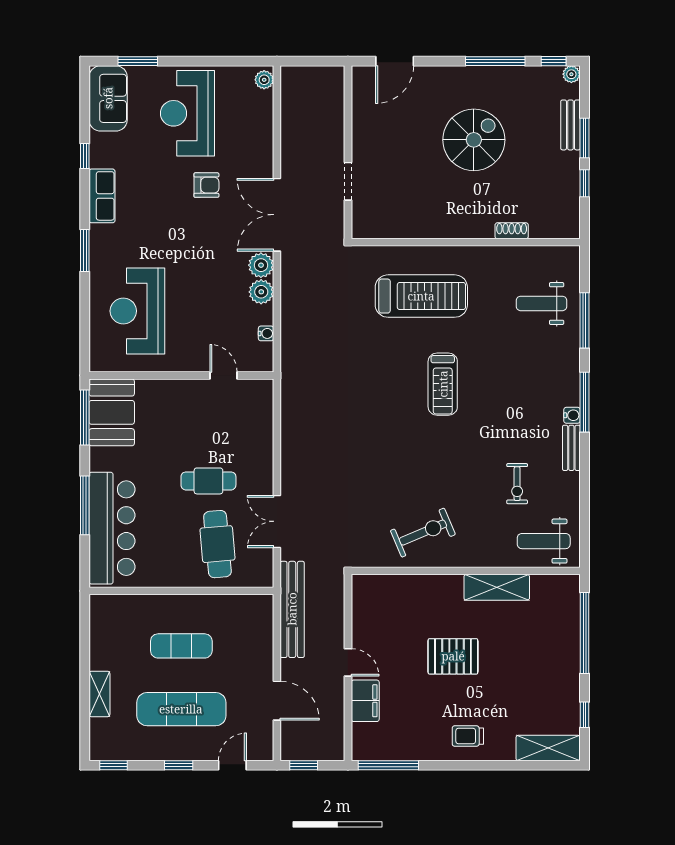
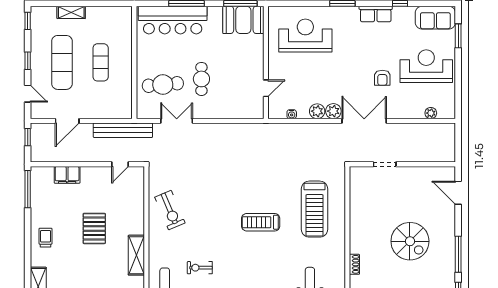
plant: (264, 80) -> (431, 113), moved
door: (348, 662) -> (120, 164), moved

